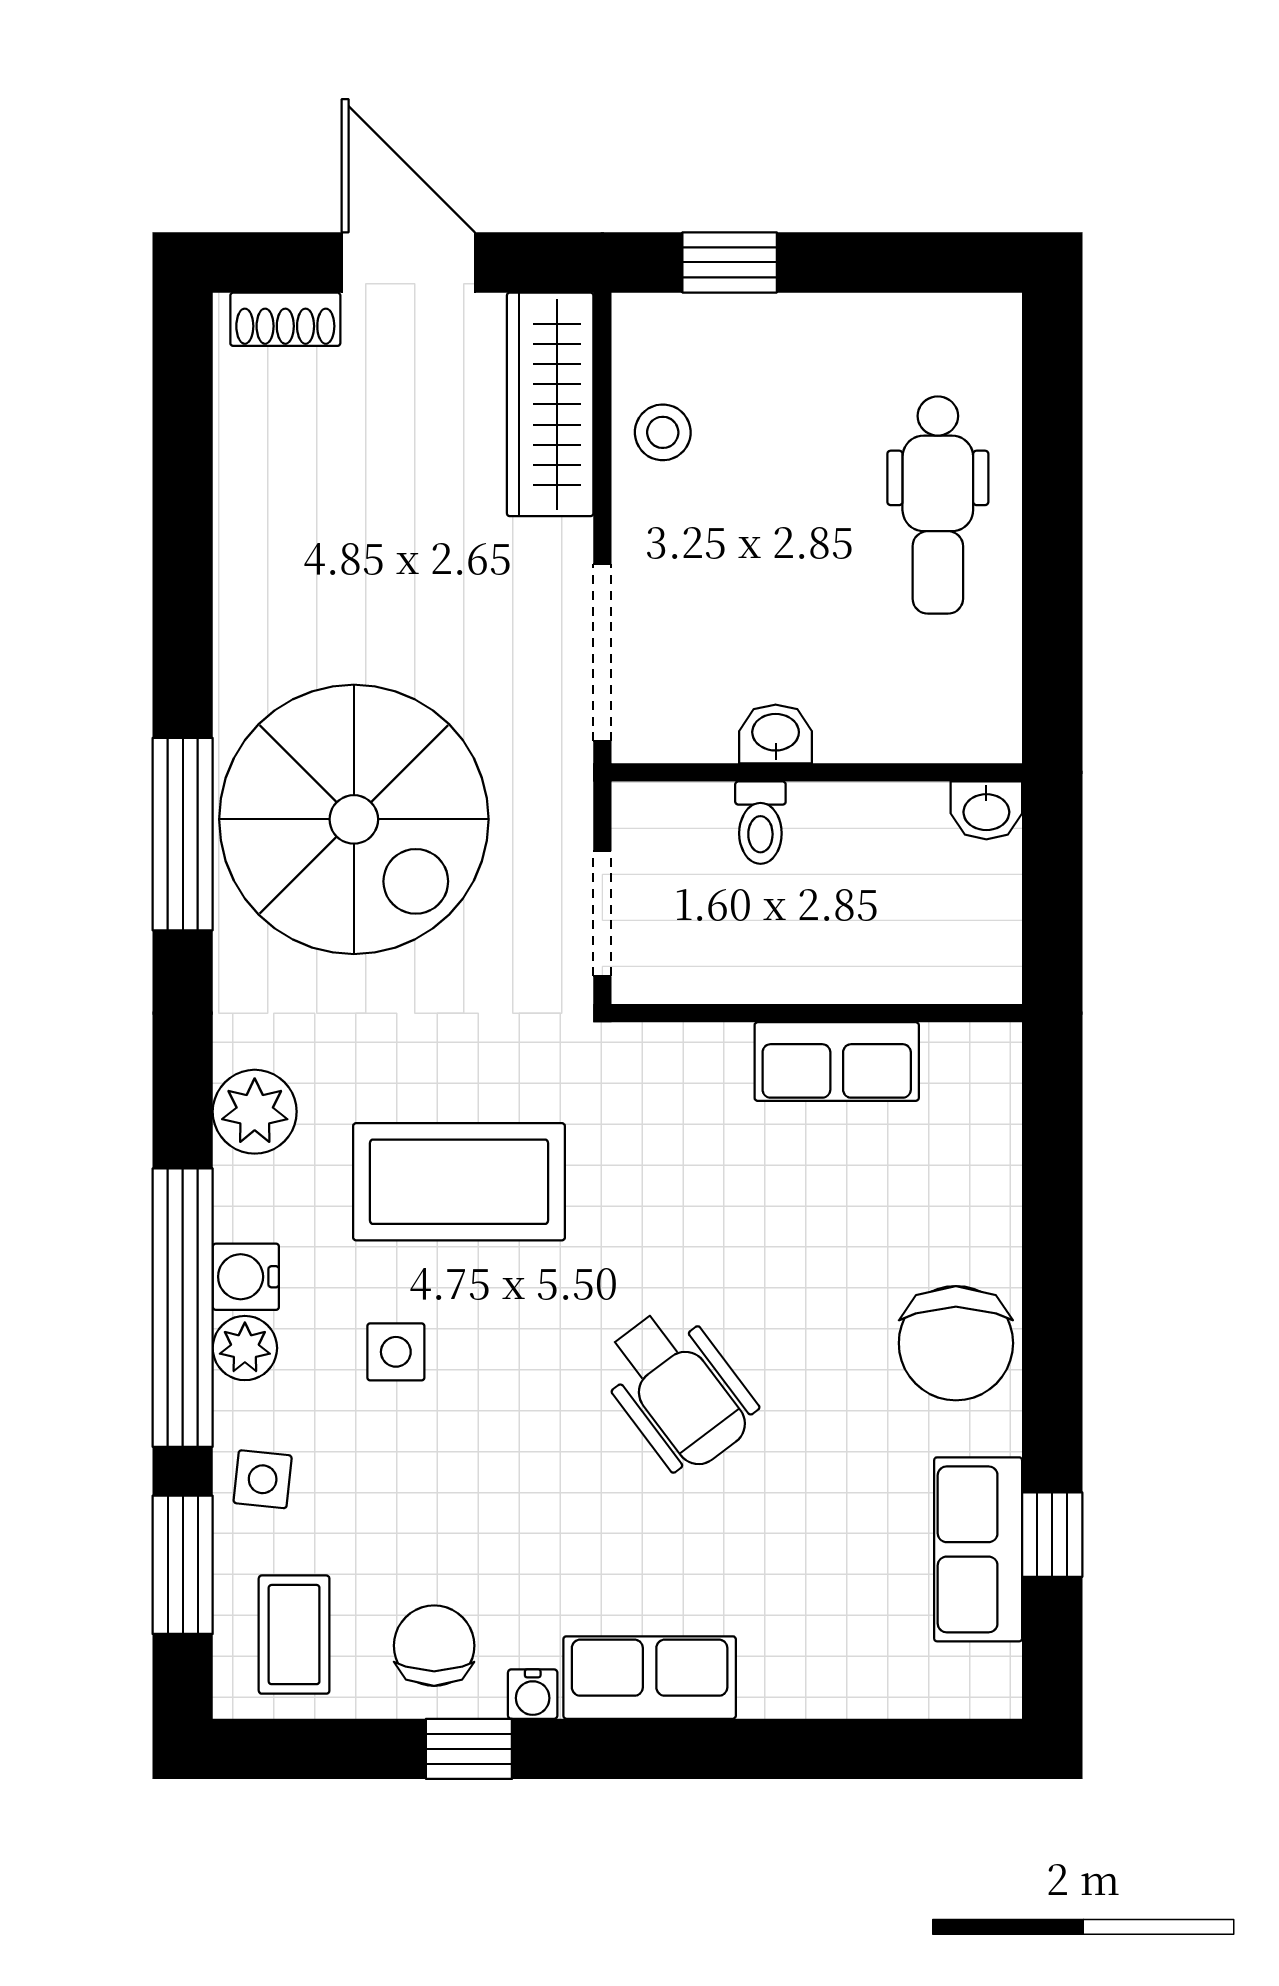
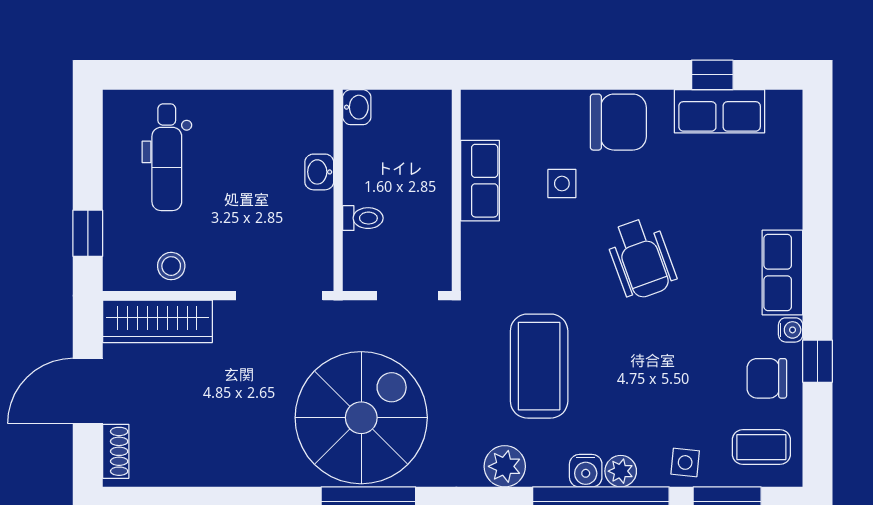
dental chair: (938, 505) -> (167, 157), moved, turned 90
washbasin: (776, 734) -> (319, 172), moved
side table: (396, 1352) -> (562, 184), moved
wheelchair: (678, 1390) -> (641, 258), turned 107

